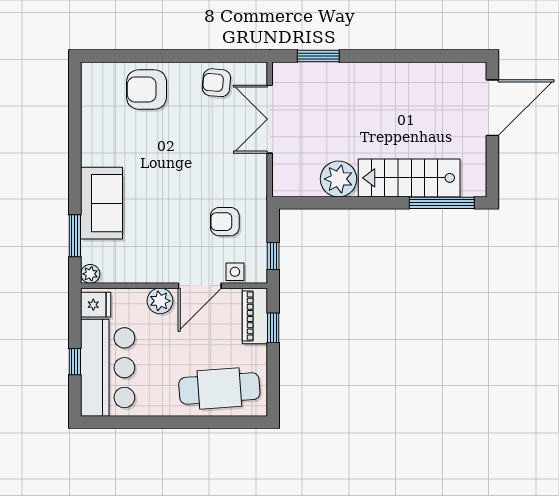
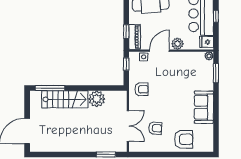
armchair: (216, 83) -> (155, 128), moved
sofa: (102, 203) -> (204, 107), moved
armchair: (225, 222) -> (142, 89), moved

